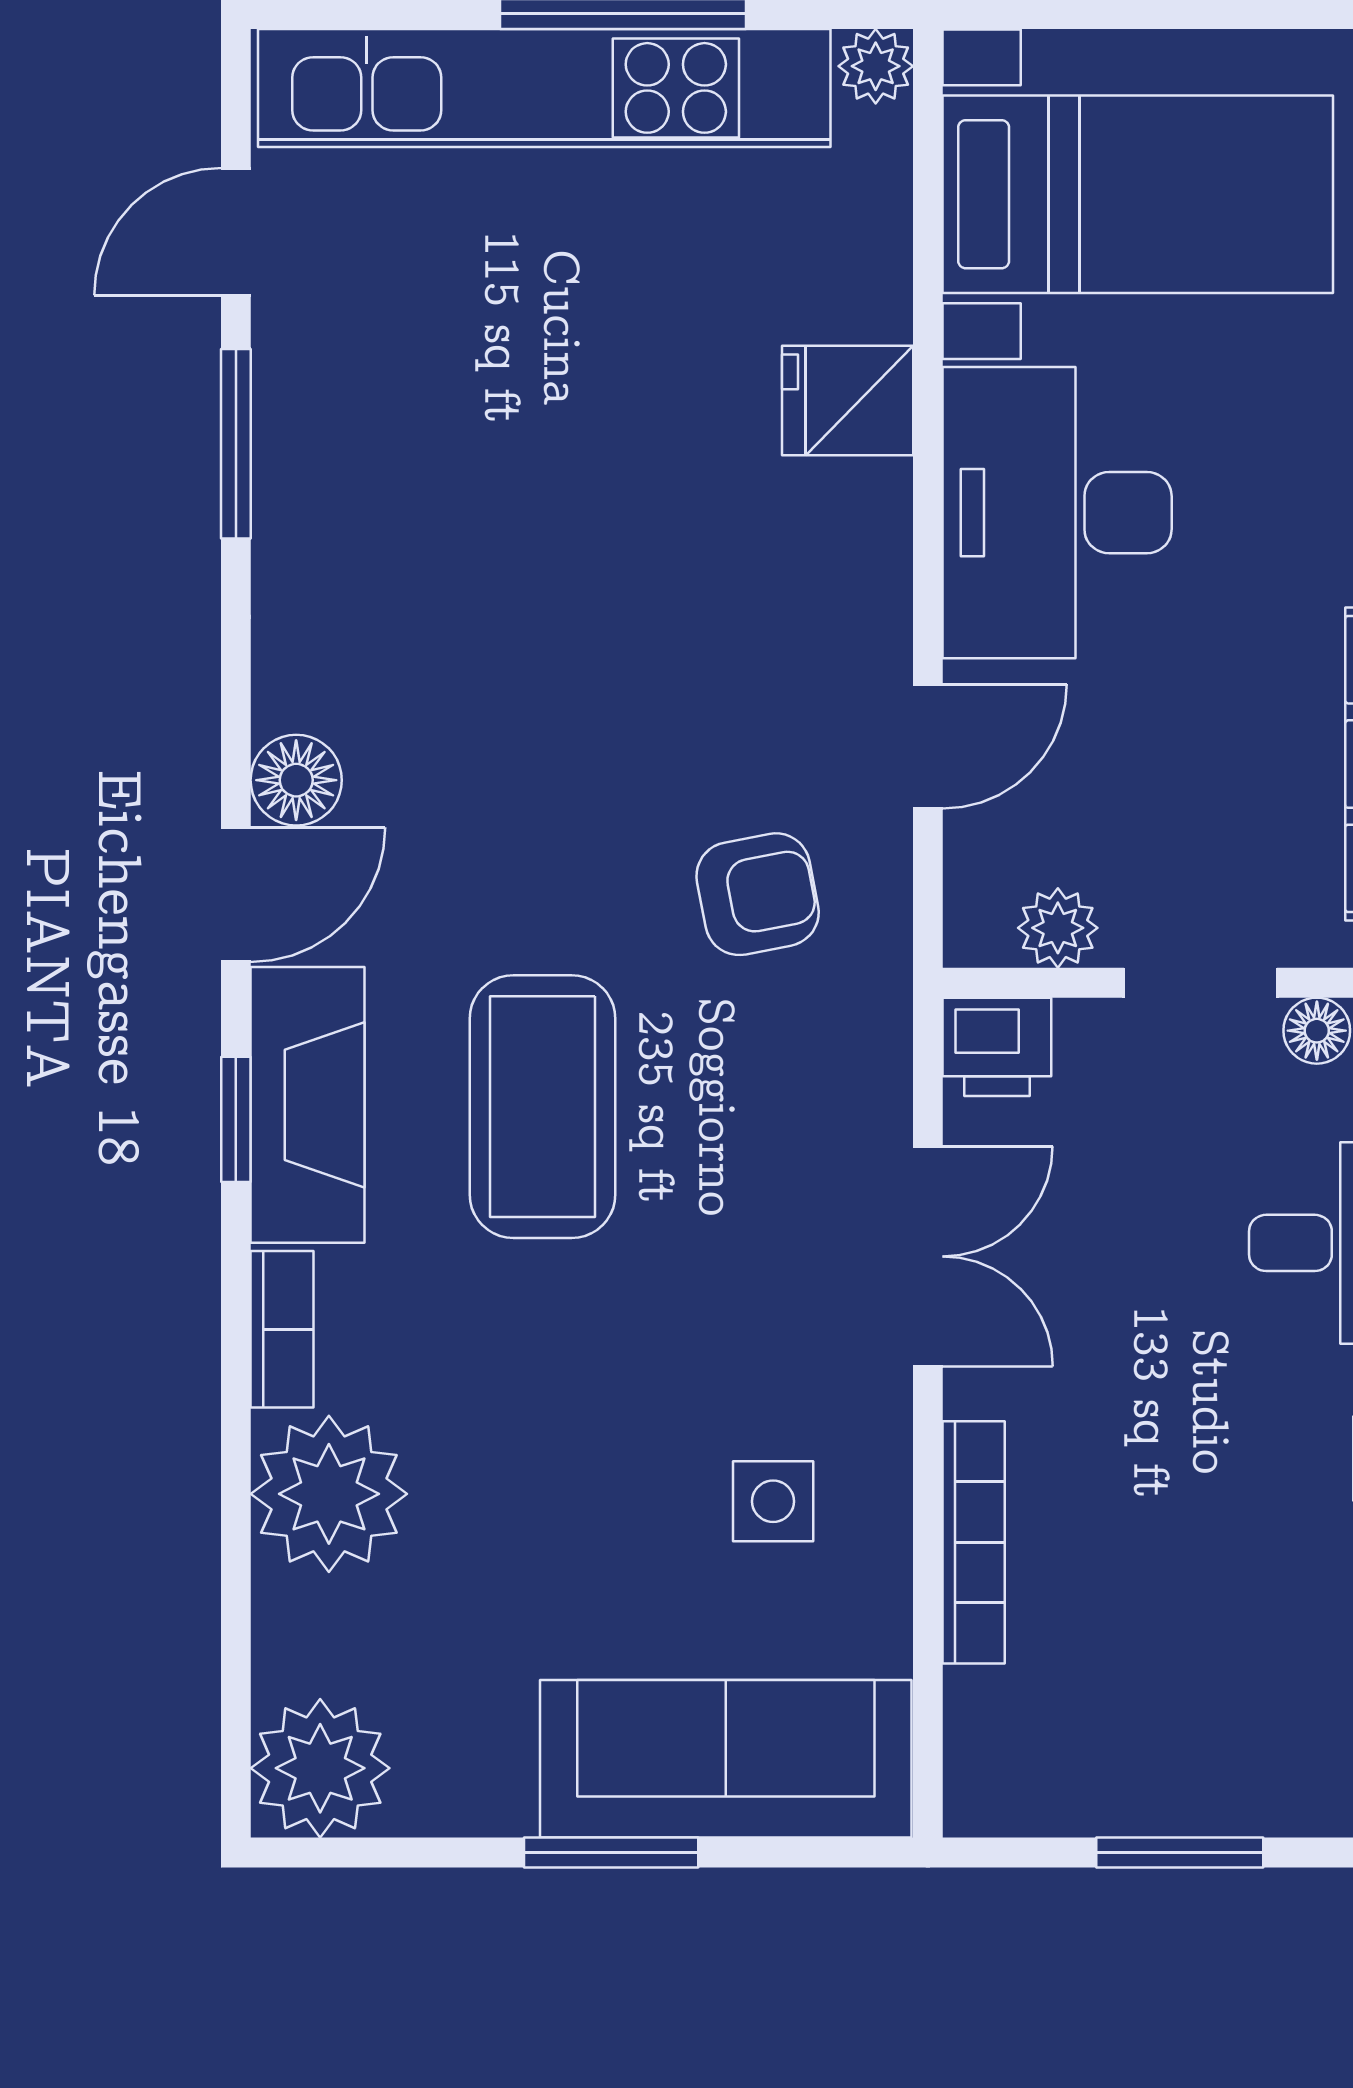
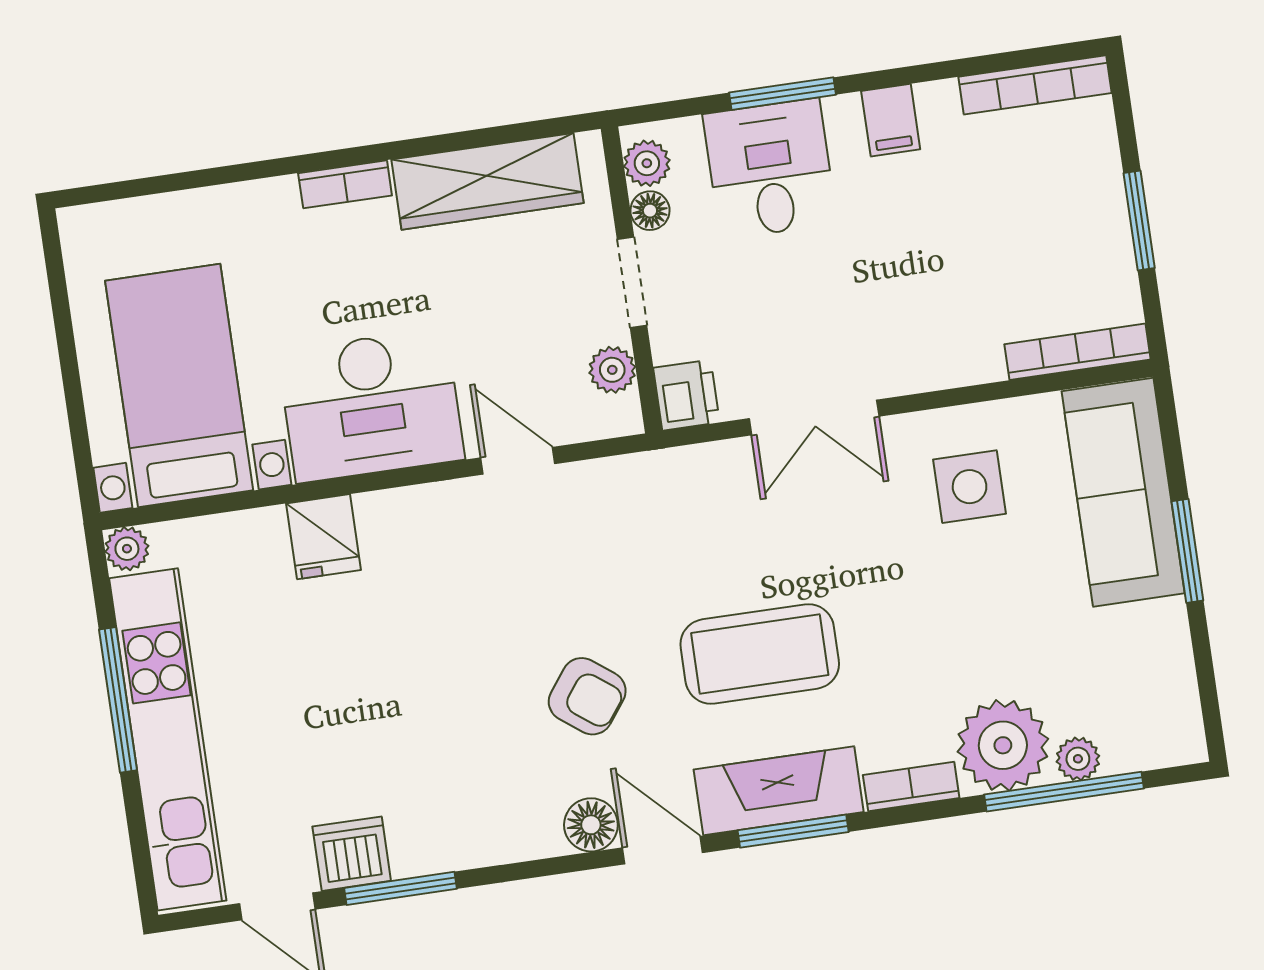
dishwasher: (306, 370) -> (352, 854), added
armchair: (758, 894) -> (587, 696), moved, turned 138
window: (236, 1119) -> (793, 831), width x1.50
double door: (928, 1256) -> (814, 417), swing flipped
side table: (773, 1501) -> (970, 487), width x1.37, depth x1.37
bookcase: (974, 1542) -> (1078, 352), moved
window: (236, 1586) -> (1064, 792), added
plant: (320, 1768) -> (1078, 759), moved, width x0.53, depth x0.53

